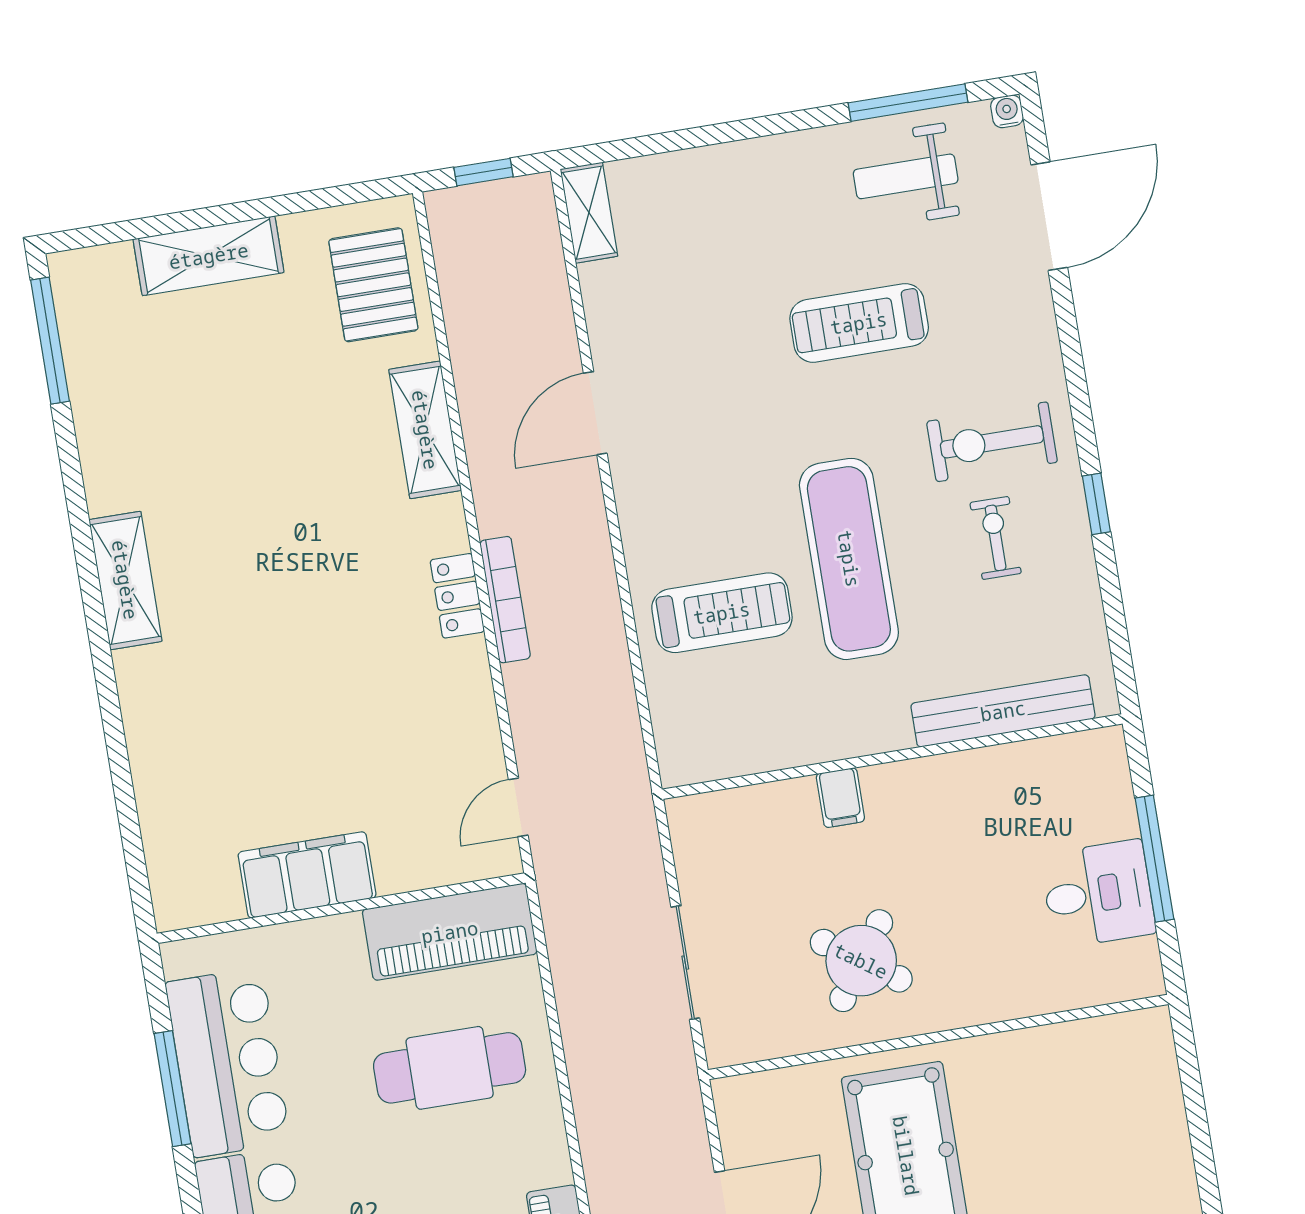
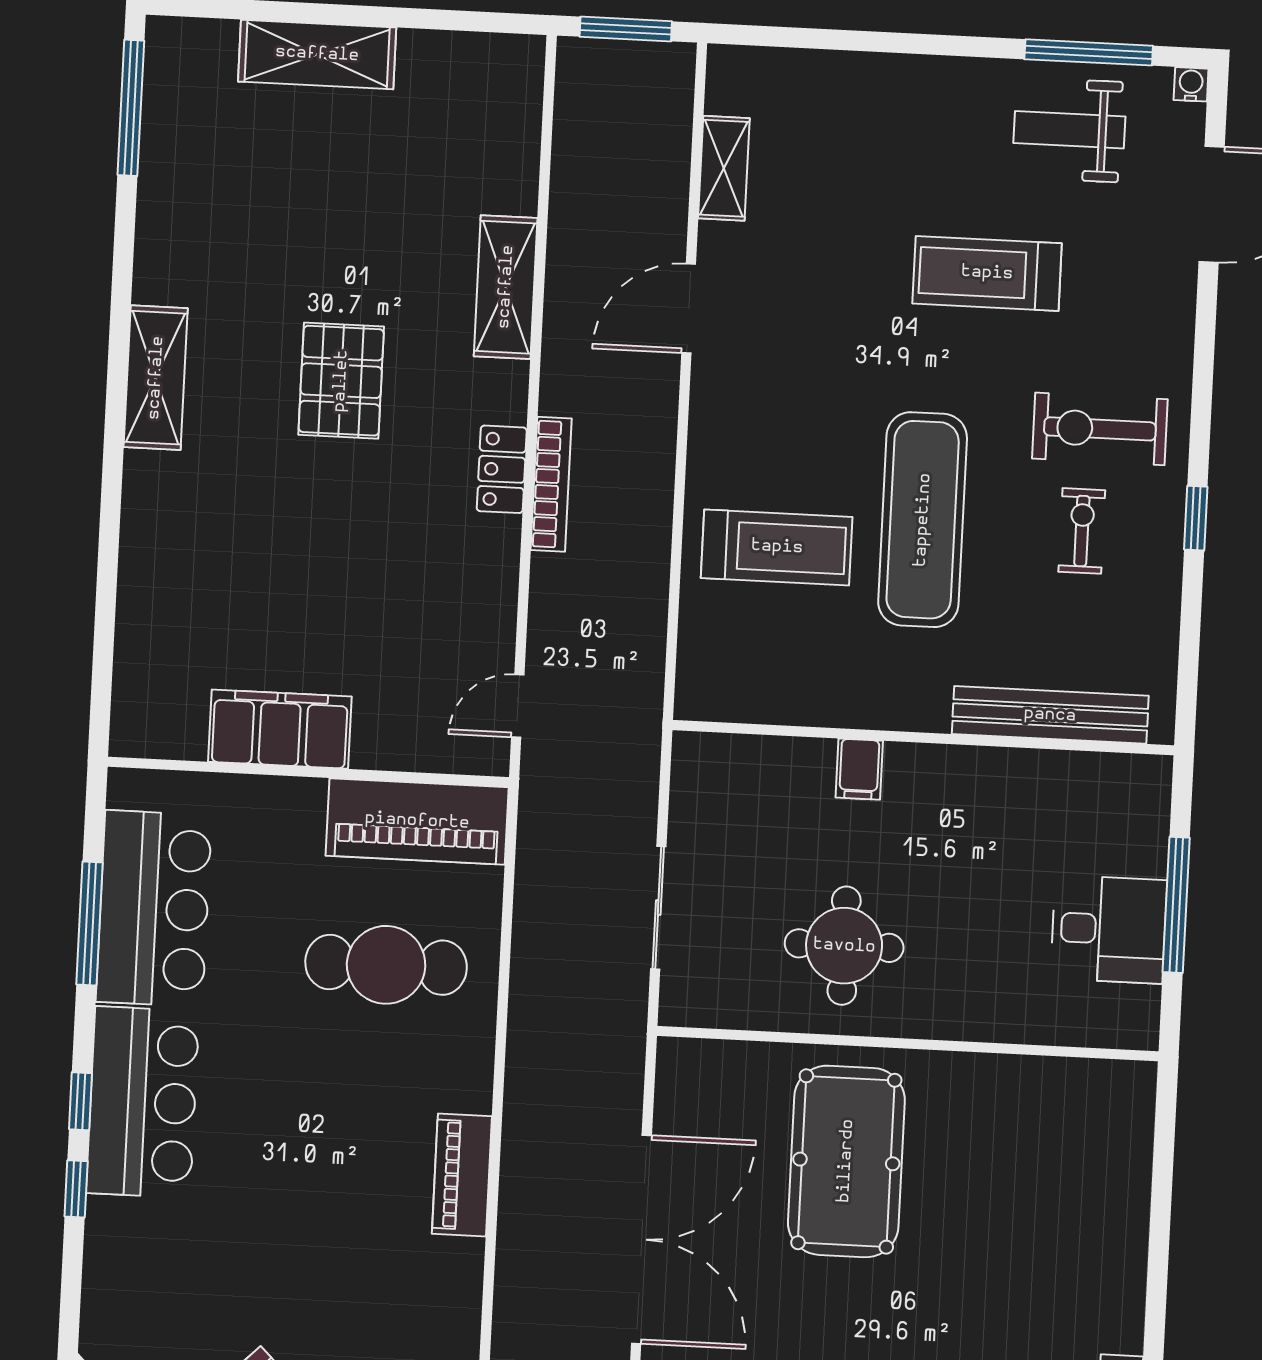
window: (483, 172) -> (626, 29), width x1.50
shelving: (589, 213) -> (724, 168), moved
pallet: (373, 285) -> (341, 381), moved
round table: (861, 961) -> (844, 946), turned -35

